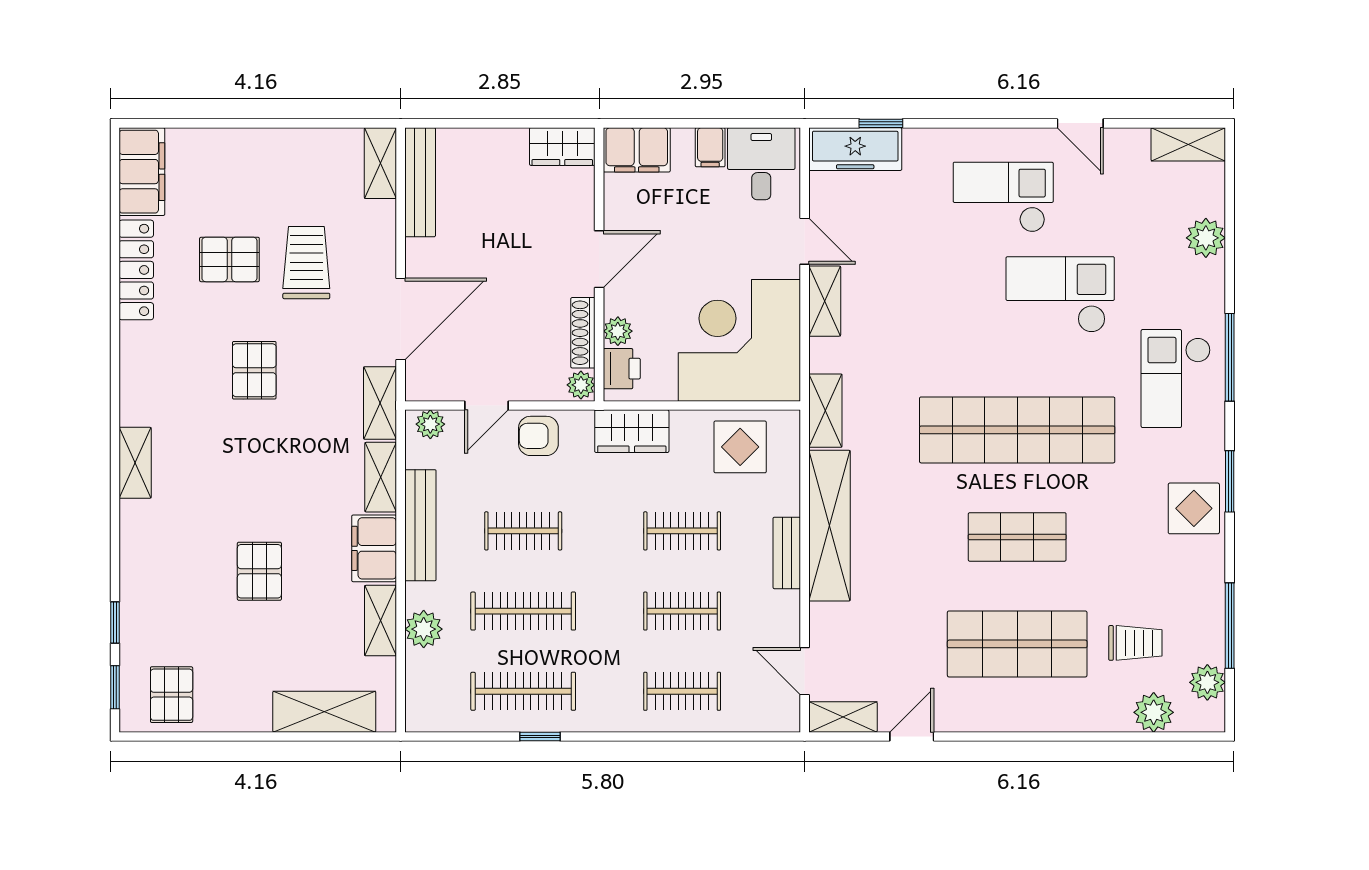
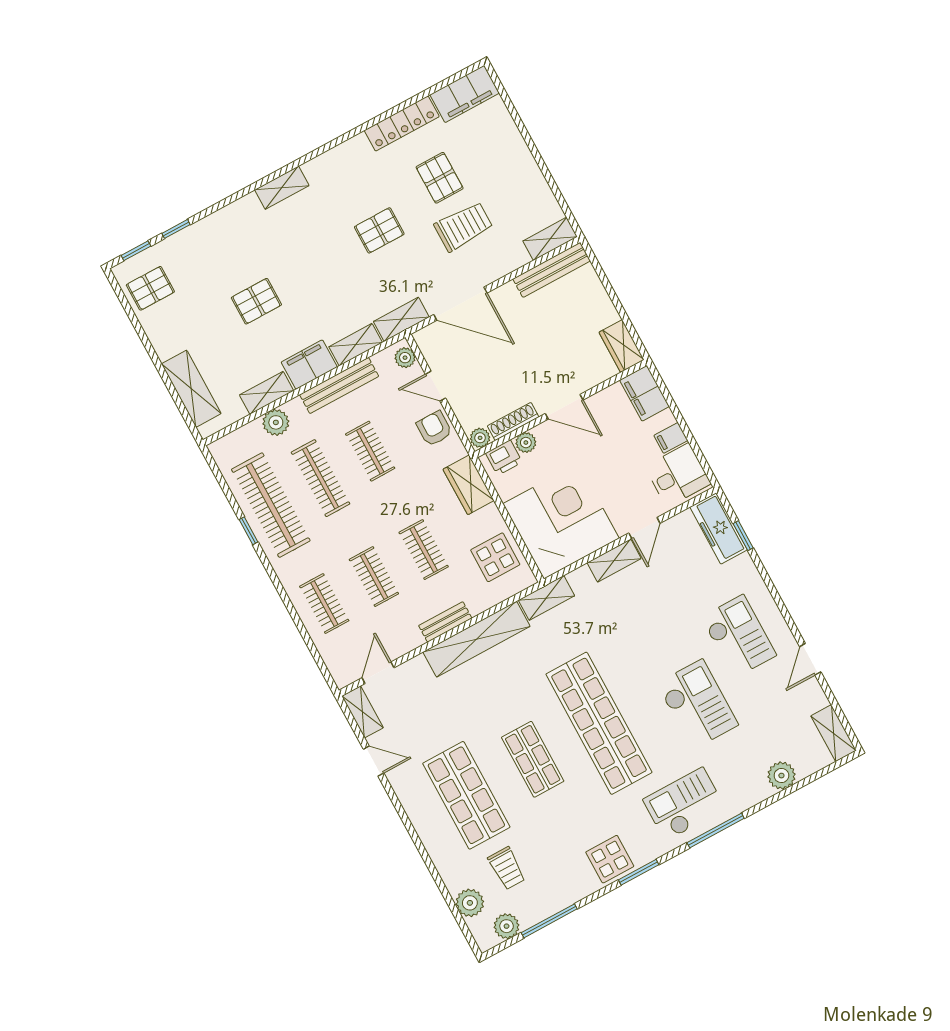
clothes rail: (523, 691) -> (271, 505), width x1.37, depth x1.31

